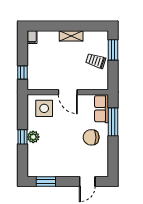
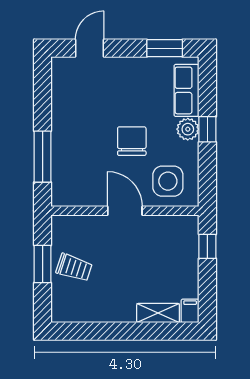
shelving: (71, 36) -> (158, 313), moved
window: (113, 50) -> (43, 264), moved
row of seats: (102, 109) -> (186, 90), moved, turned 180
chair: (91, 137) -> (132, 141), moved, turned -90

